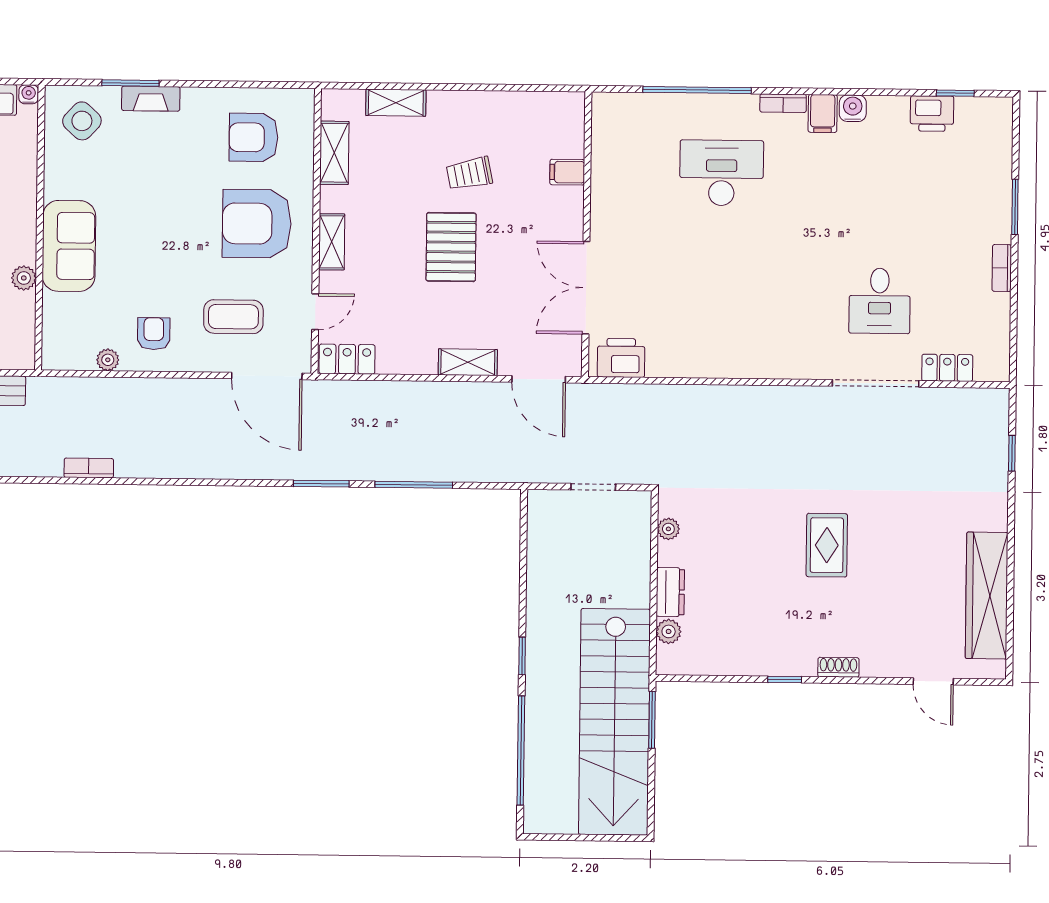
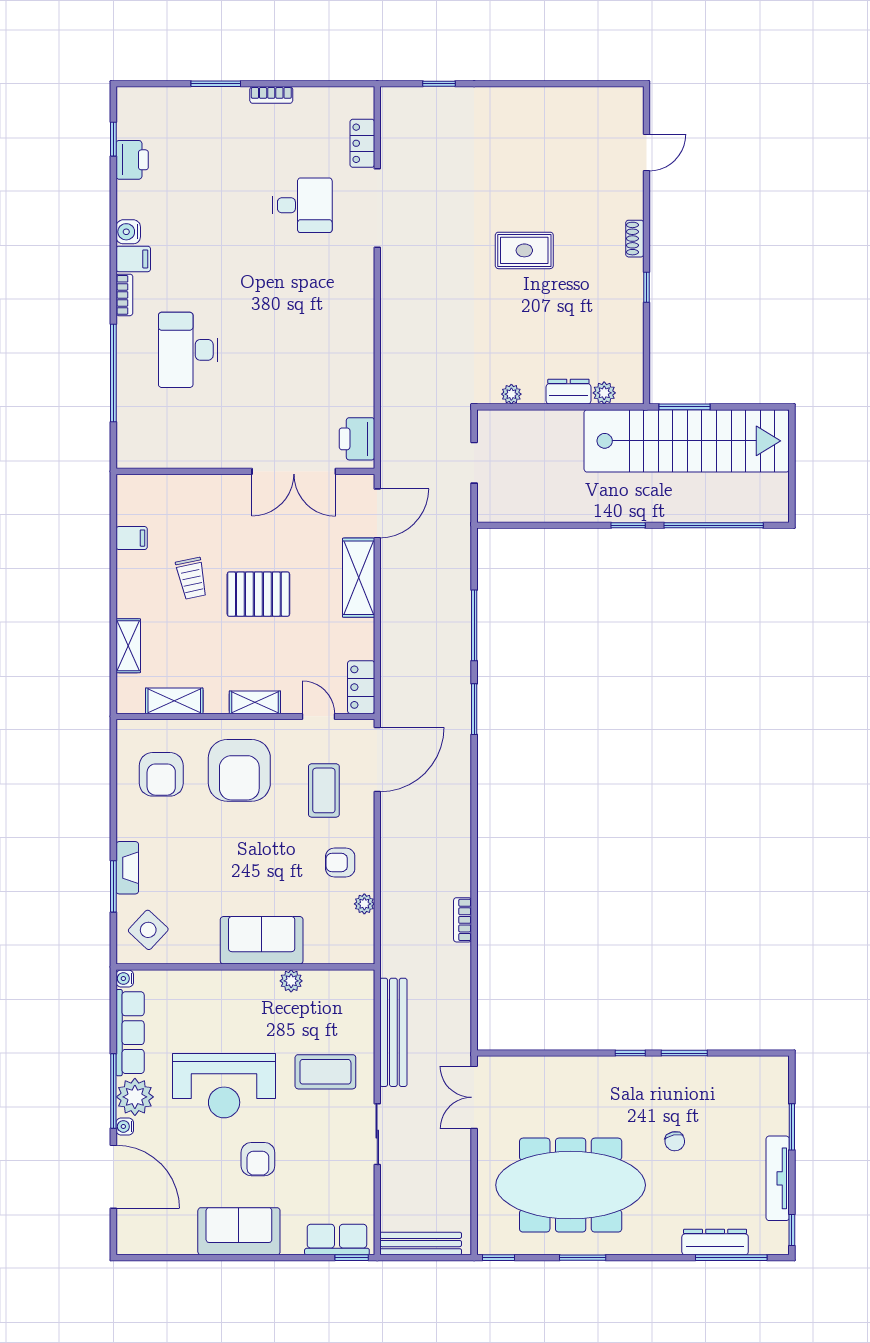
filing cabinet: (567, 172) -> (132, 538), moved, turned -90
shelving: (468, 362) -> (359, 578), width x1.50, depth x1.33
wardrobe: (987, 595) -> (568, 105), removed

